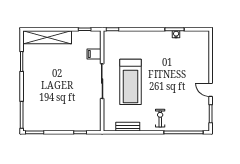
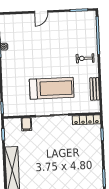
door: (211, 90) -> (41, 12), moved
locker: (96, 117) -> (86, 120), added

